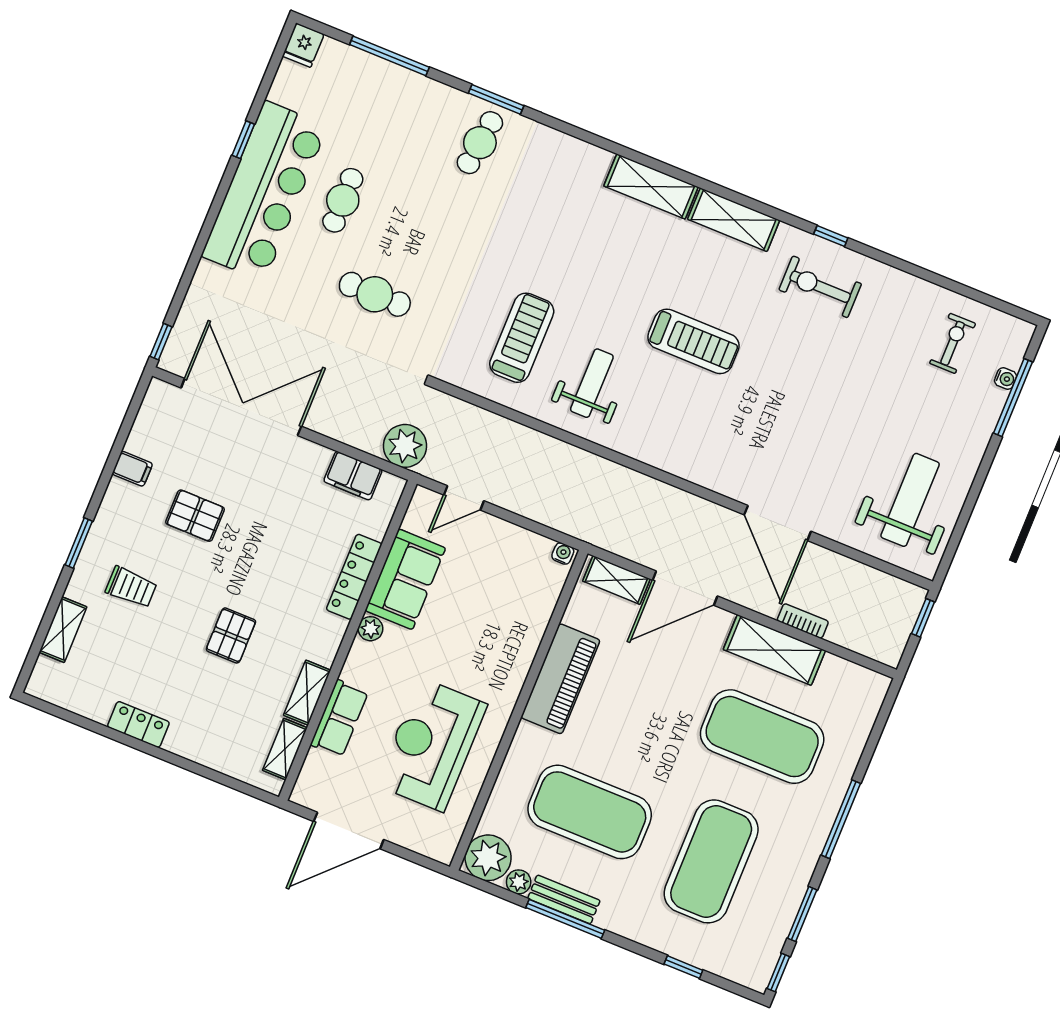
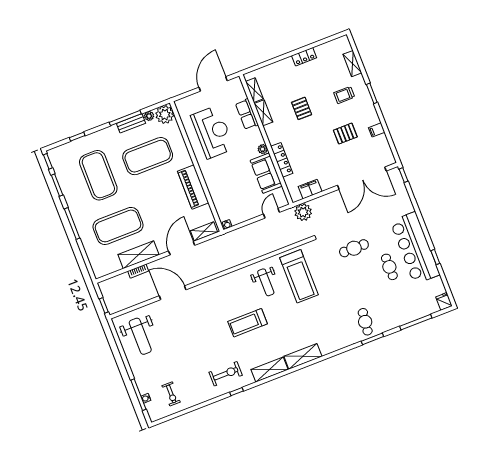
treadmill: (522, 338) -> (299, 276), width x1.37, depth x1.38

